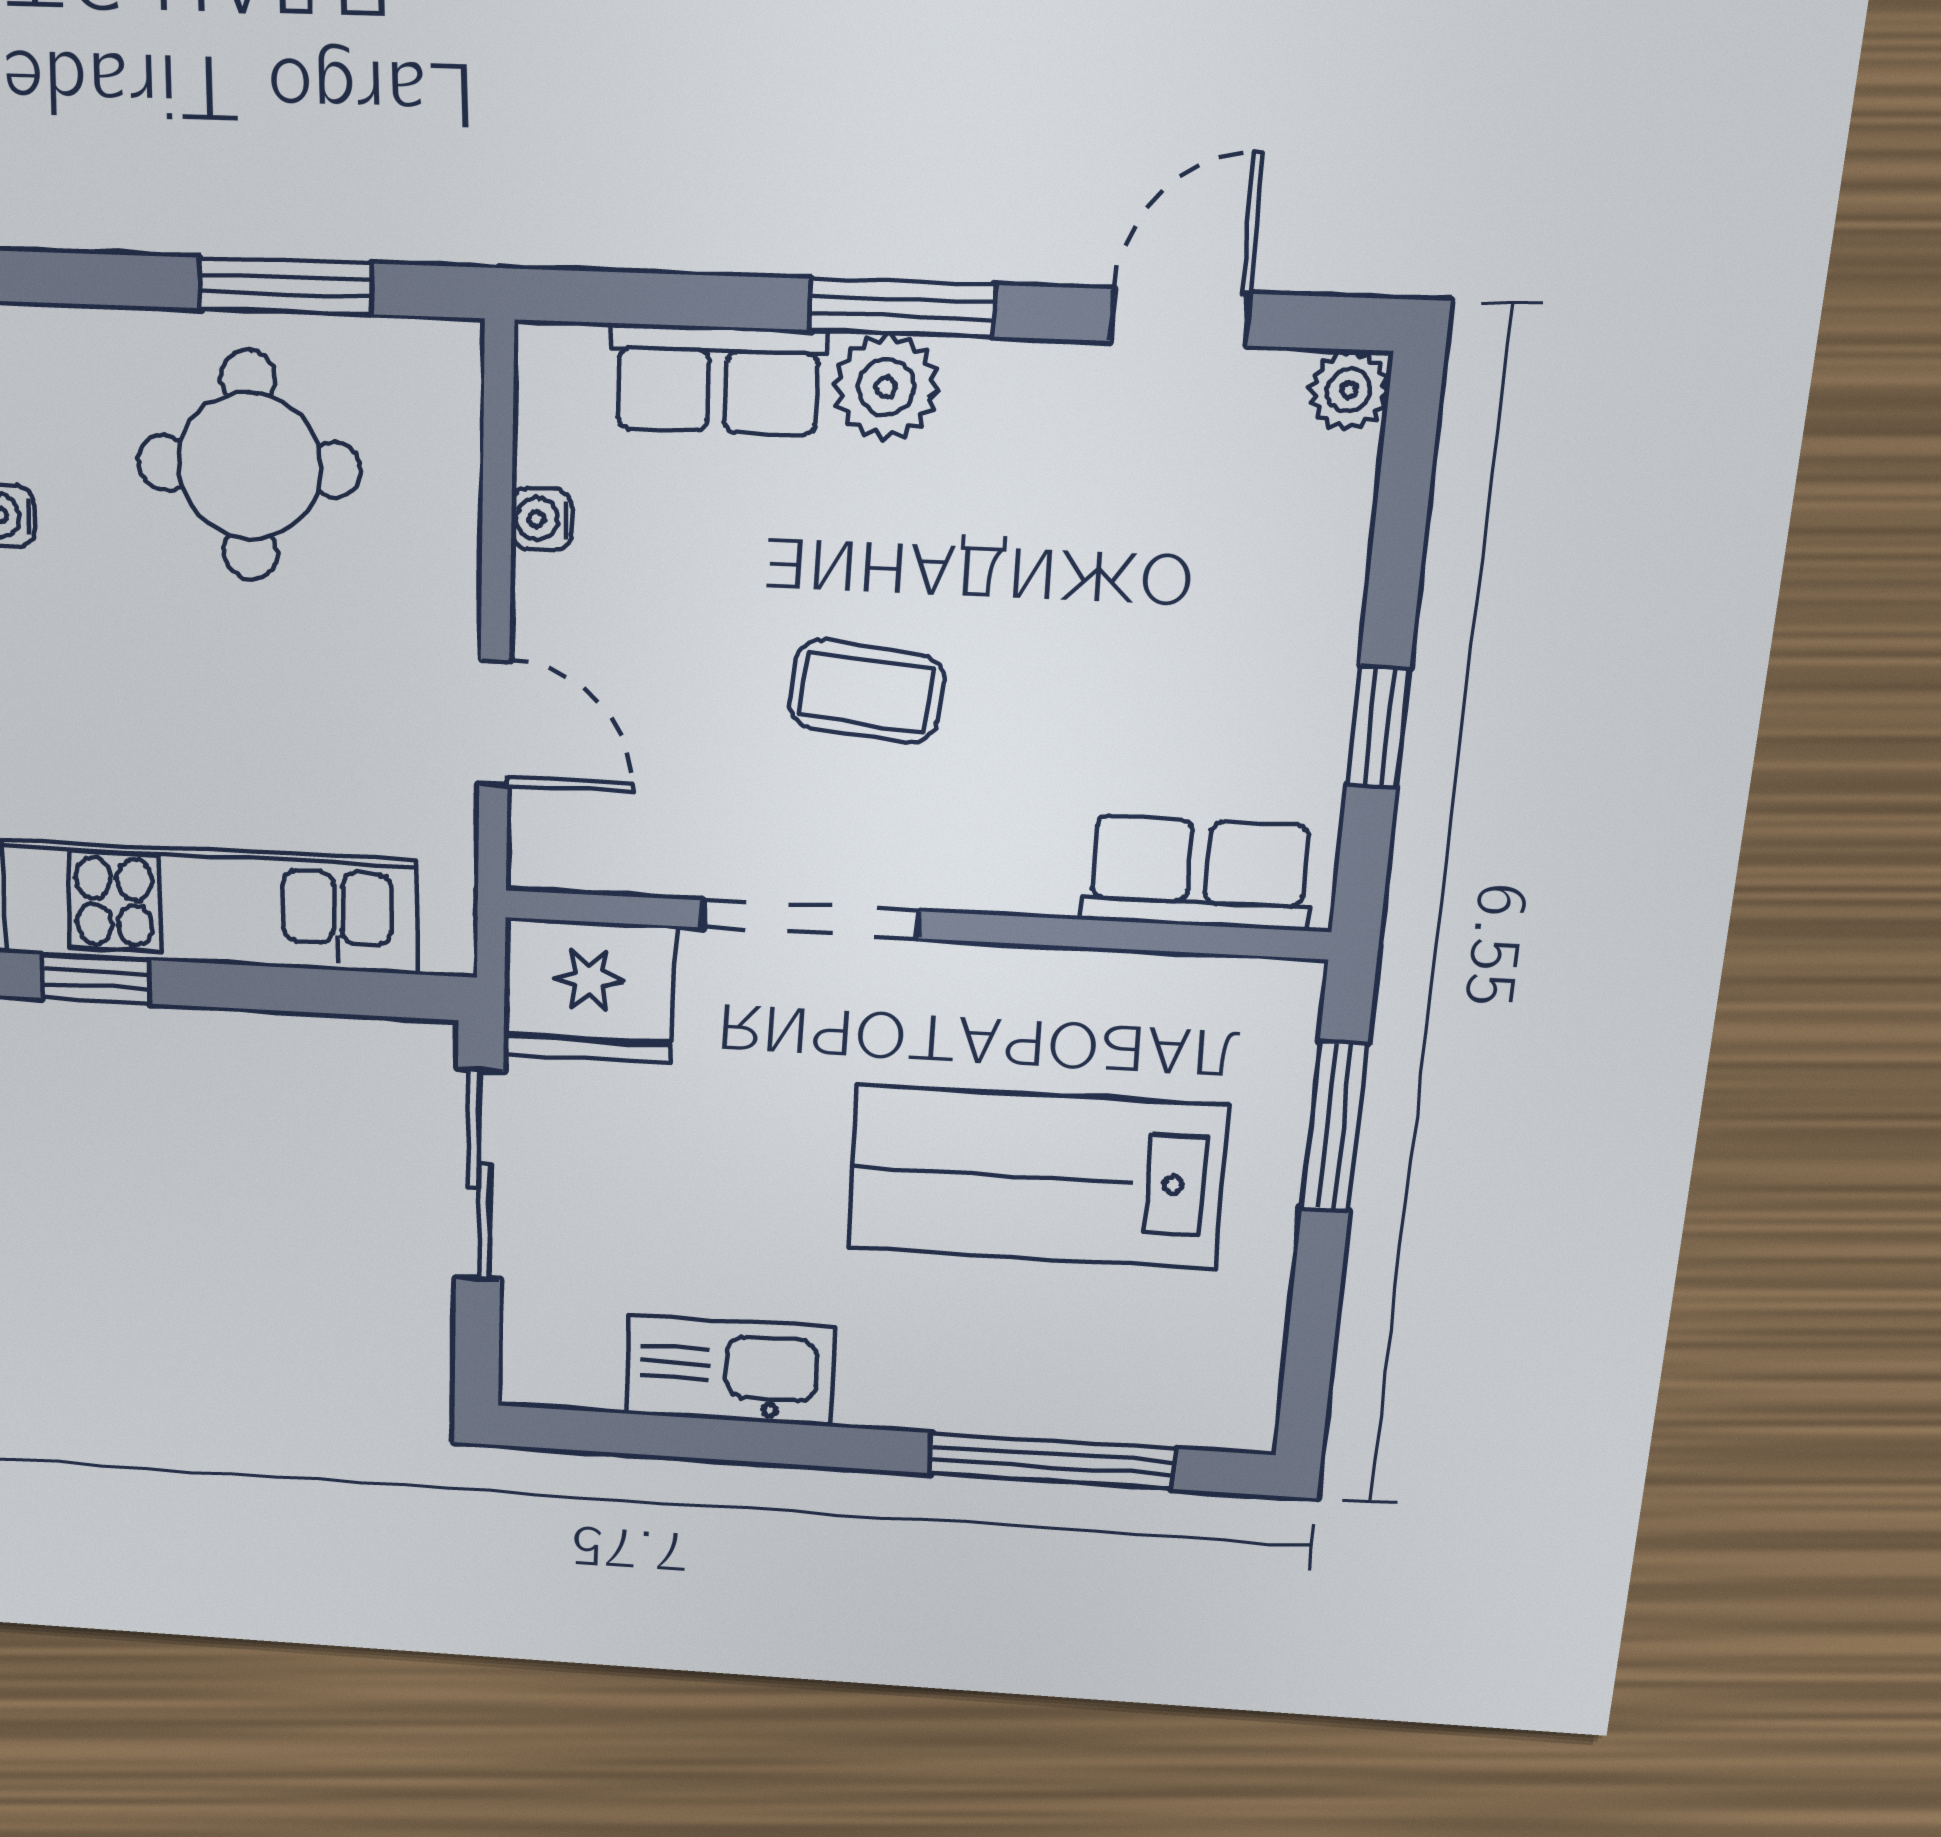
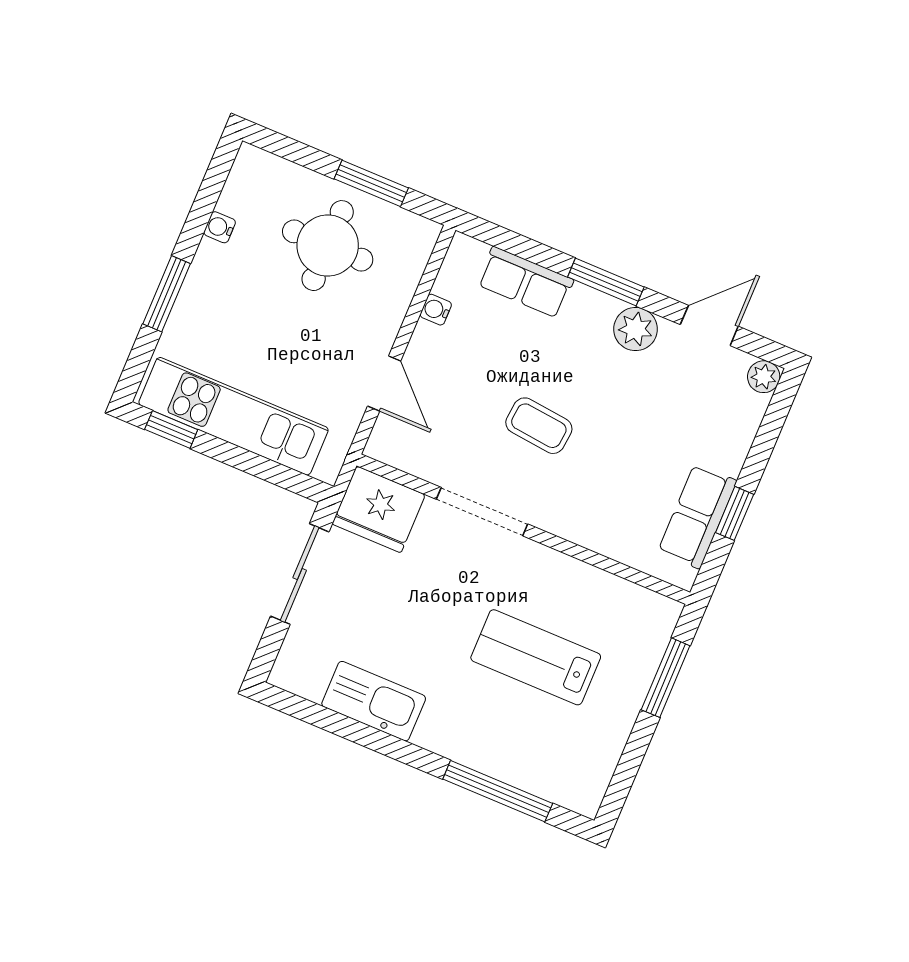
plant: (886, 387) -> (636, 329), moved
row of seats: (1198, 873) -> (697, 516), moved, turned -90
lab bench: (1036, 1177) -> (536, 657), width x0.73, depth x0.72

